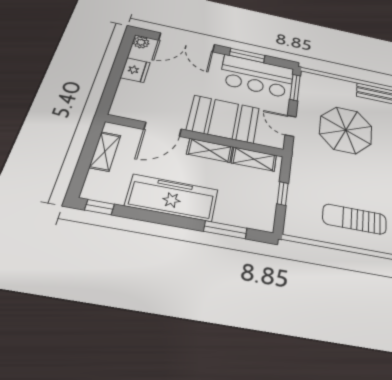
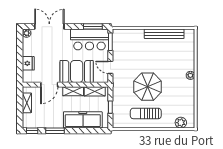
double door: (187, 42) -> (49, 26), swing flipped
window: (247, 55) -> (93, 26), moved
fridge: (135, 70) -> (28, 63), moved
parasol: (346, 130) -> (148, 87), moved
freezer: (172, 198) -> (83, 120), moved
window: (225, 230) -> (55, 131), moved

